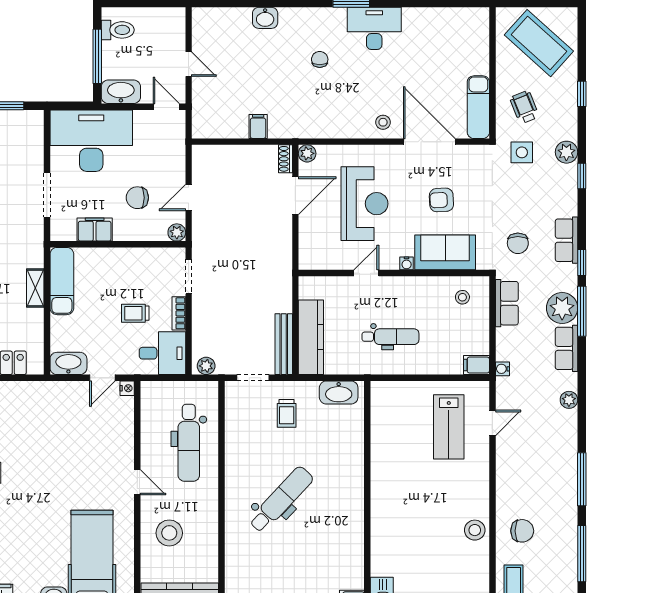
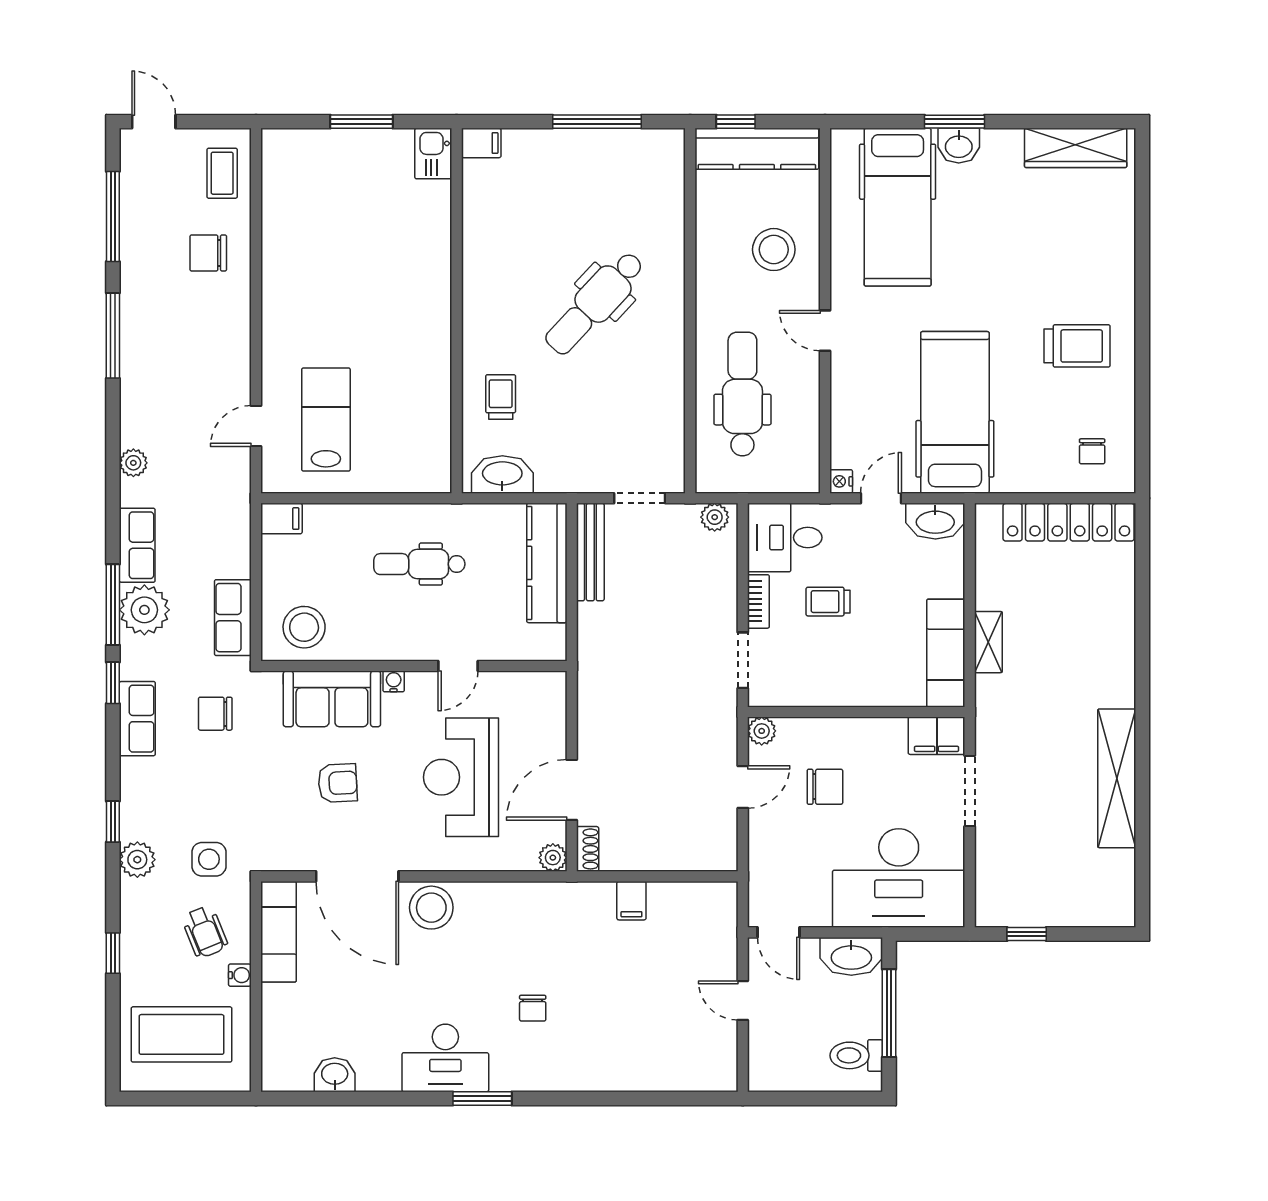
washbasin: (265, 18) -> (335, 1075), moved
coffee table: (539, 43) -> (181, 1034), turned -42
stool: (383, 122) -> (431, 908), width x1.89, depth x1.89
filing cabinet: (95, 229) -> (937, 736), moved
chair: (518, 243) -> (215, 714), turned -90
stool: (462, 297) -> (304, 627), width x1.89, depth x1.89
trolley: (135, 313) -> (828, 602), turned 180
water cooler: (502, 369) -> (240, 975), moved
trolley: (287, 413) -> (501, 397), moved
hospital bed: (56, 431) -> (955, 412), added
stool: (475, 530) -> (284, 254), removed

